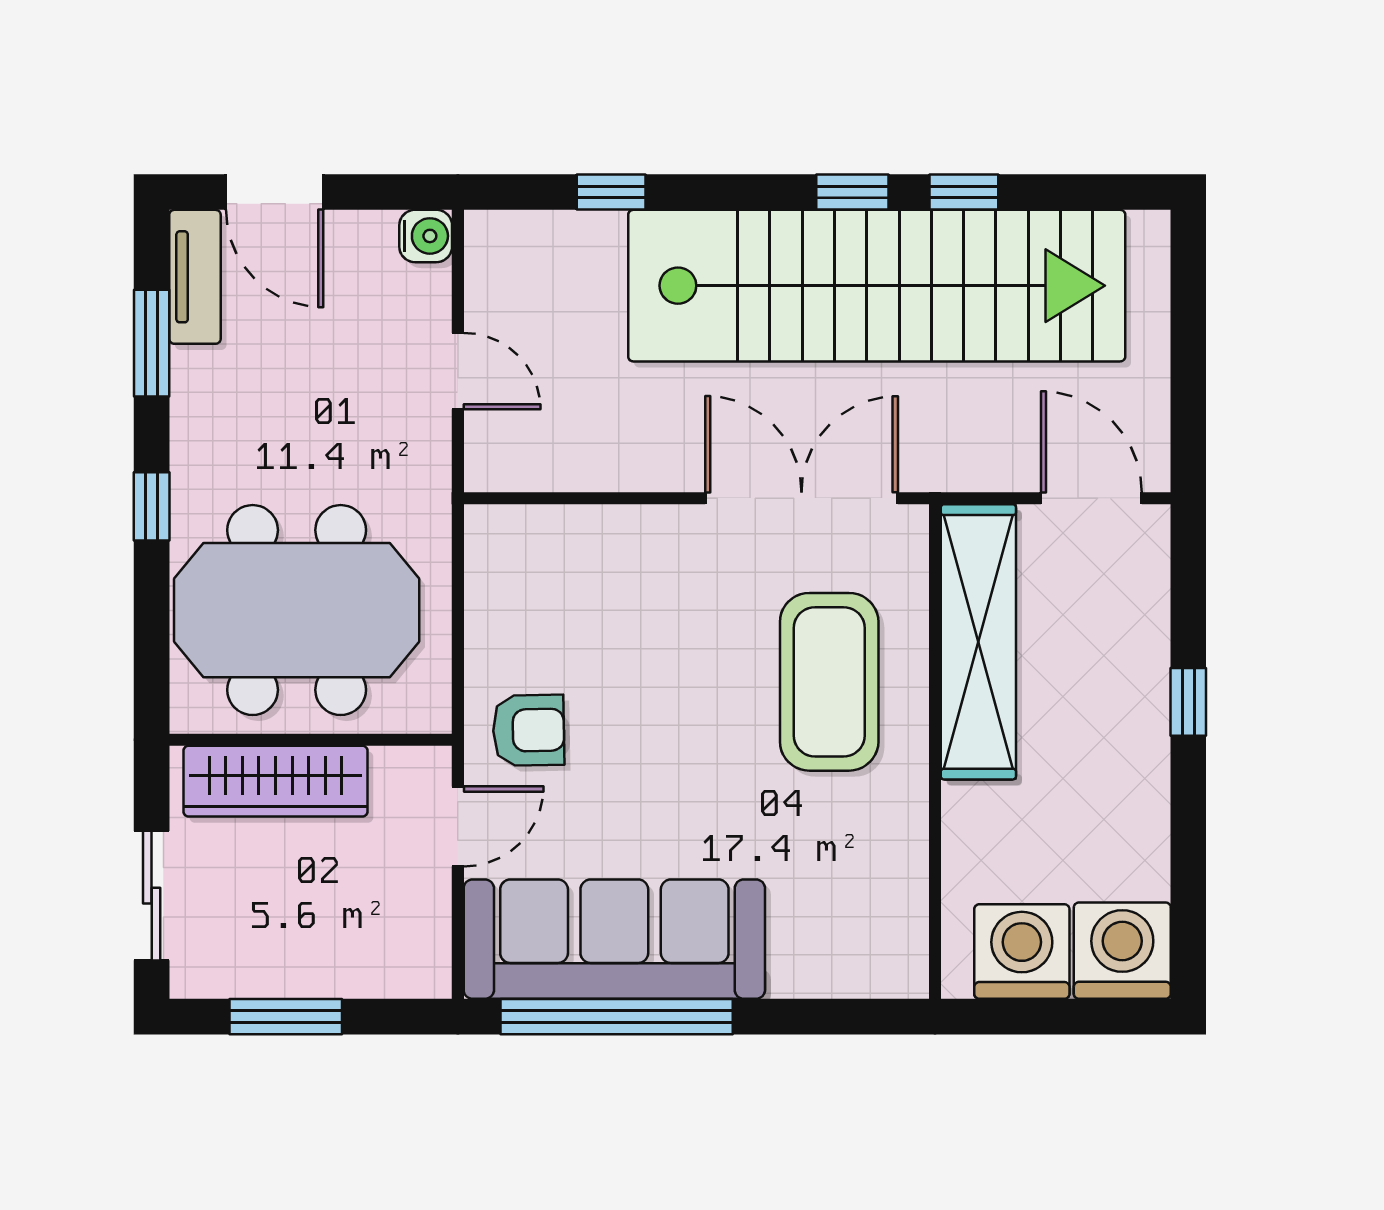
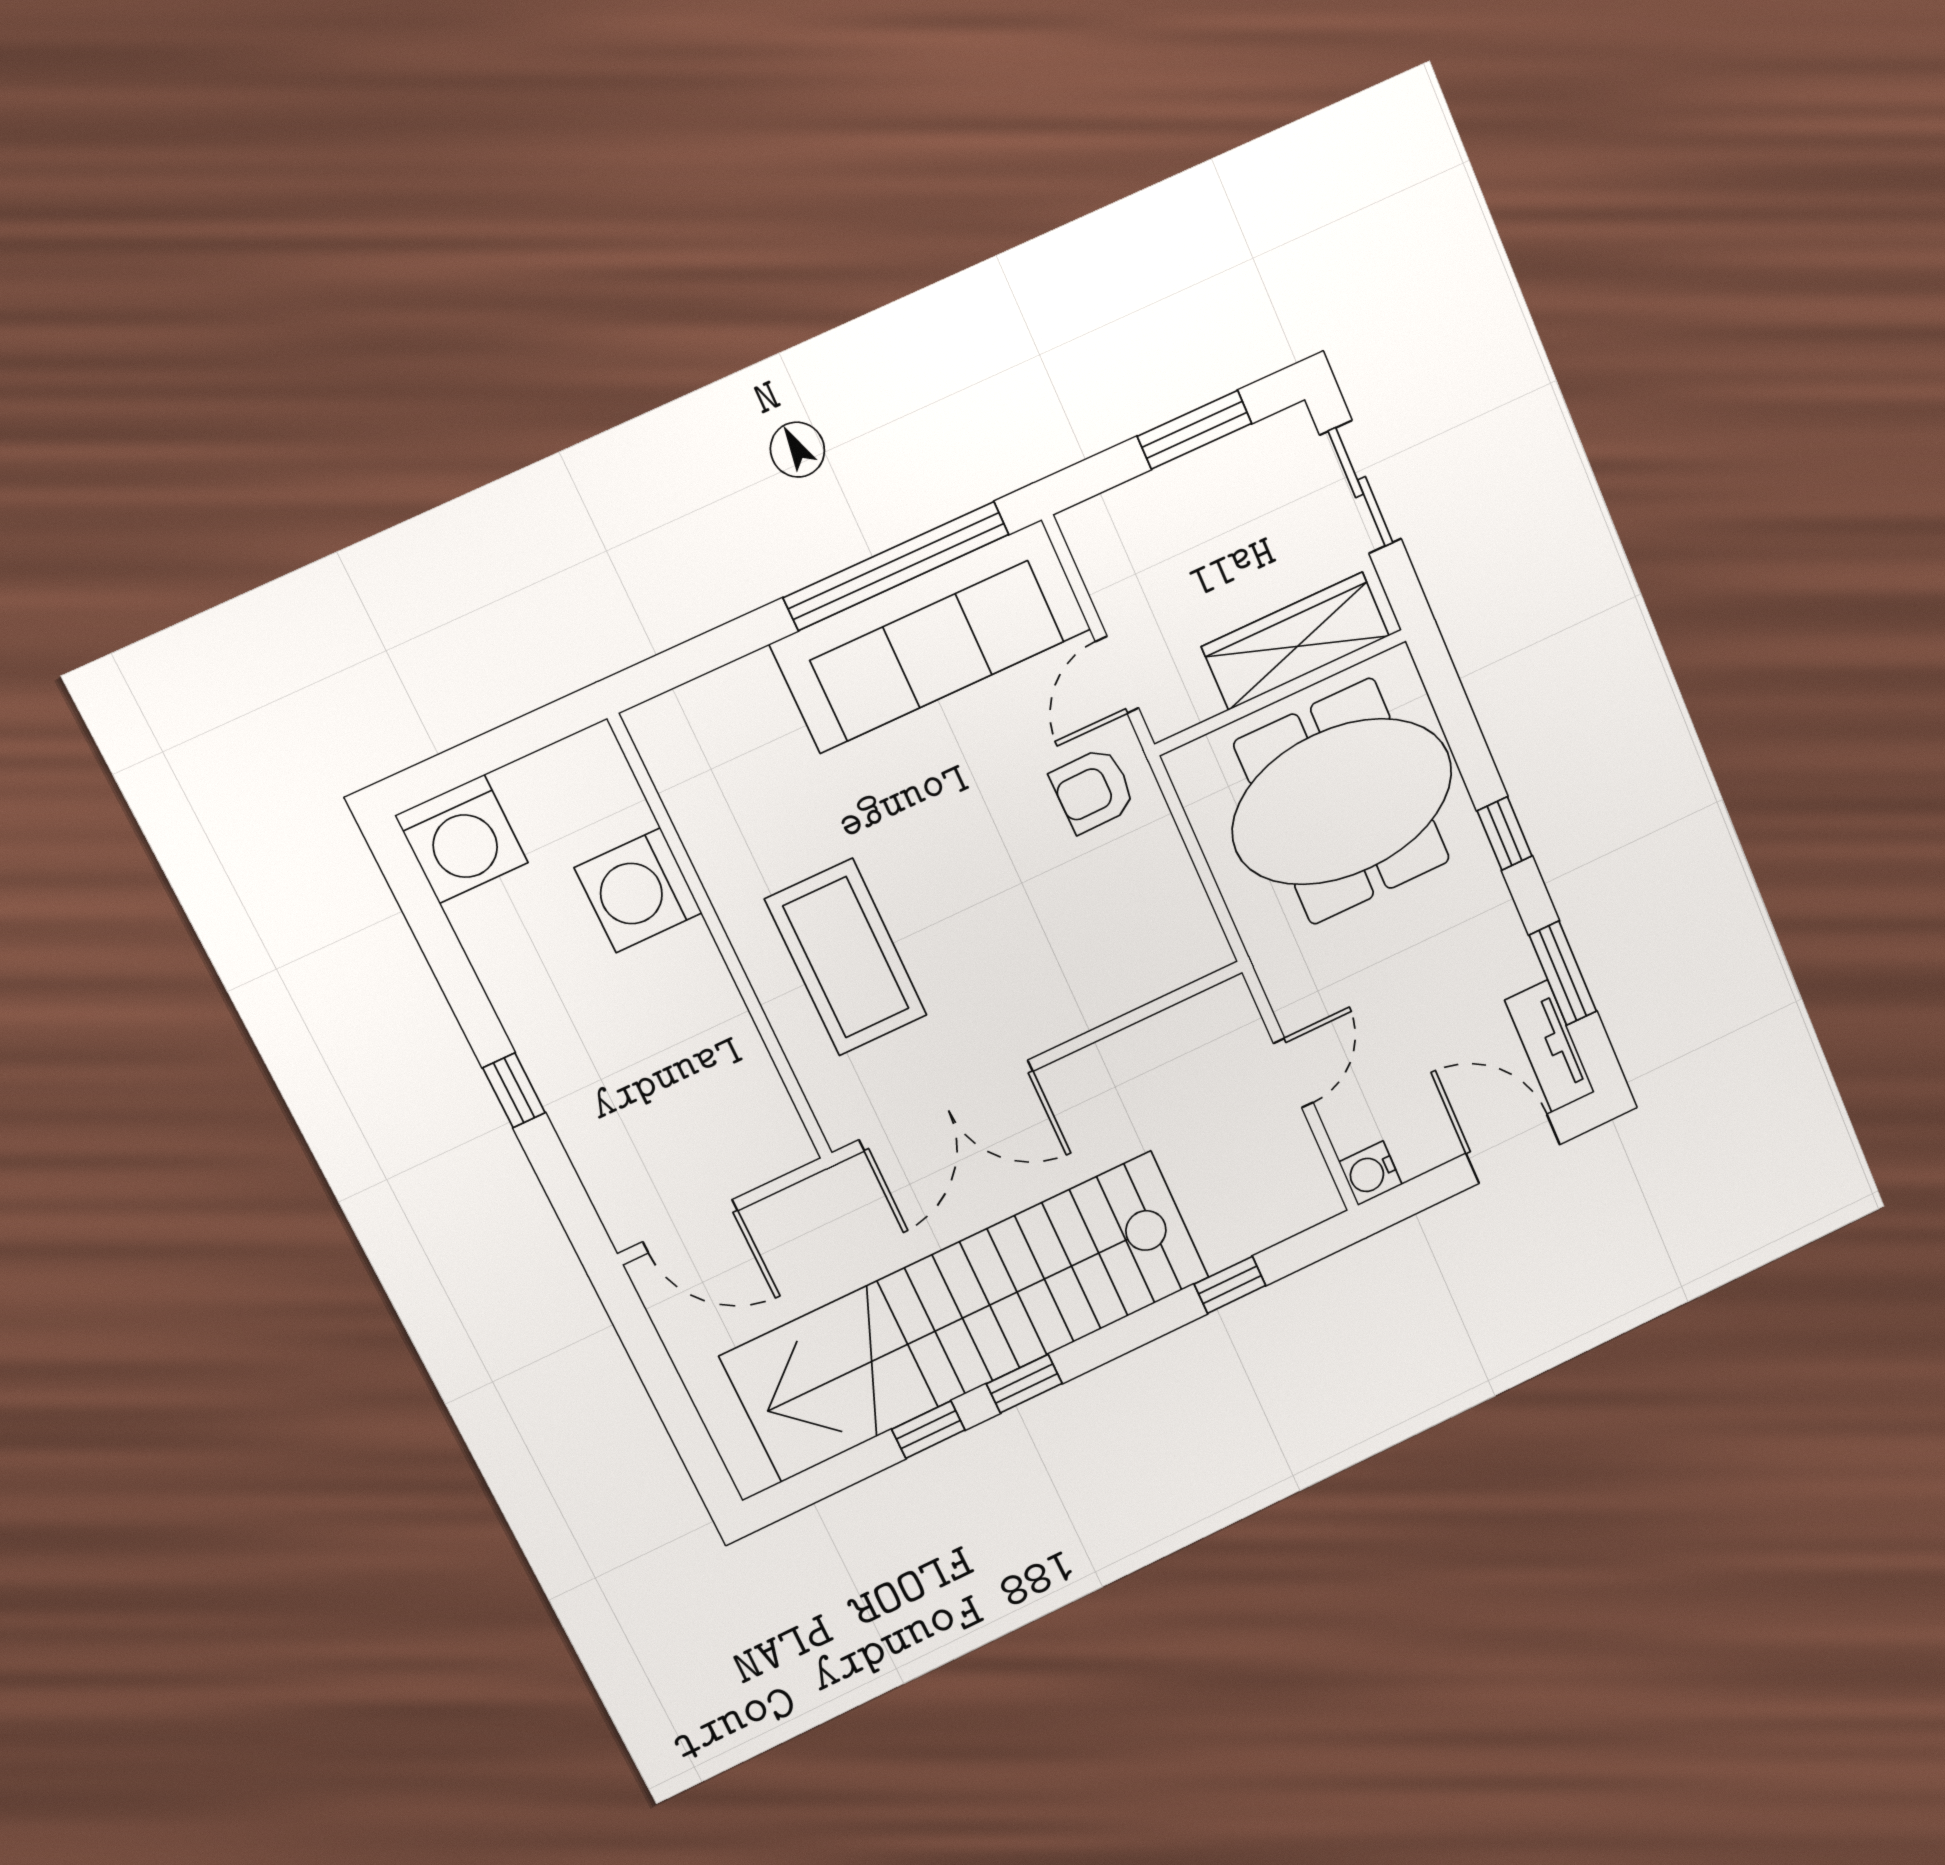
door: (458, 371) -> (1293, 1073), swing flipped
shelving: (978, 642) -> (730, 1055), removed
washing machine: (1022, 952) -> (638, 890), moved, turned 90

